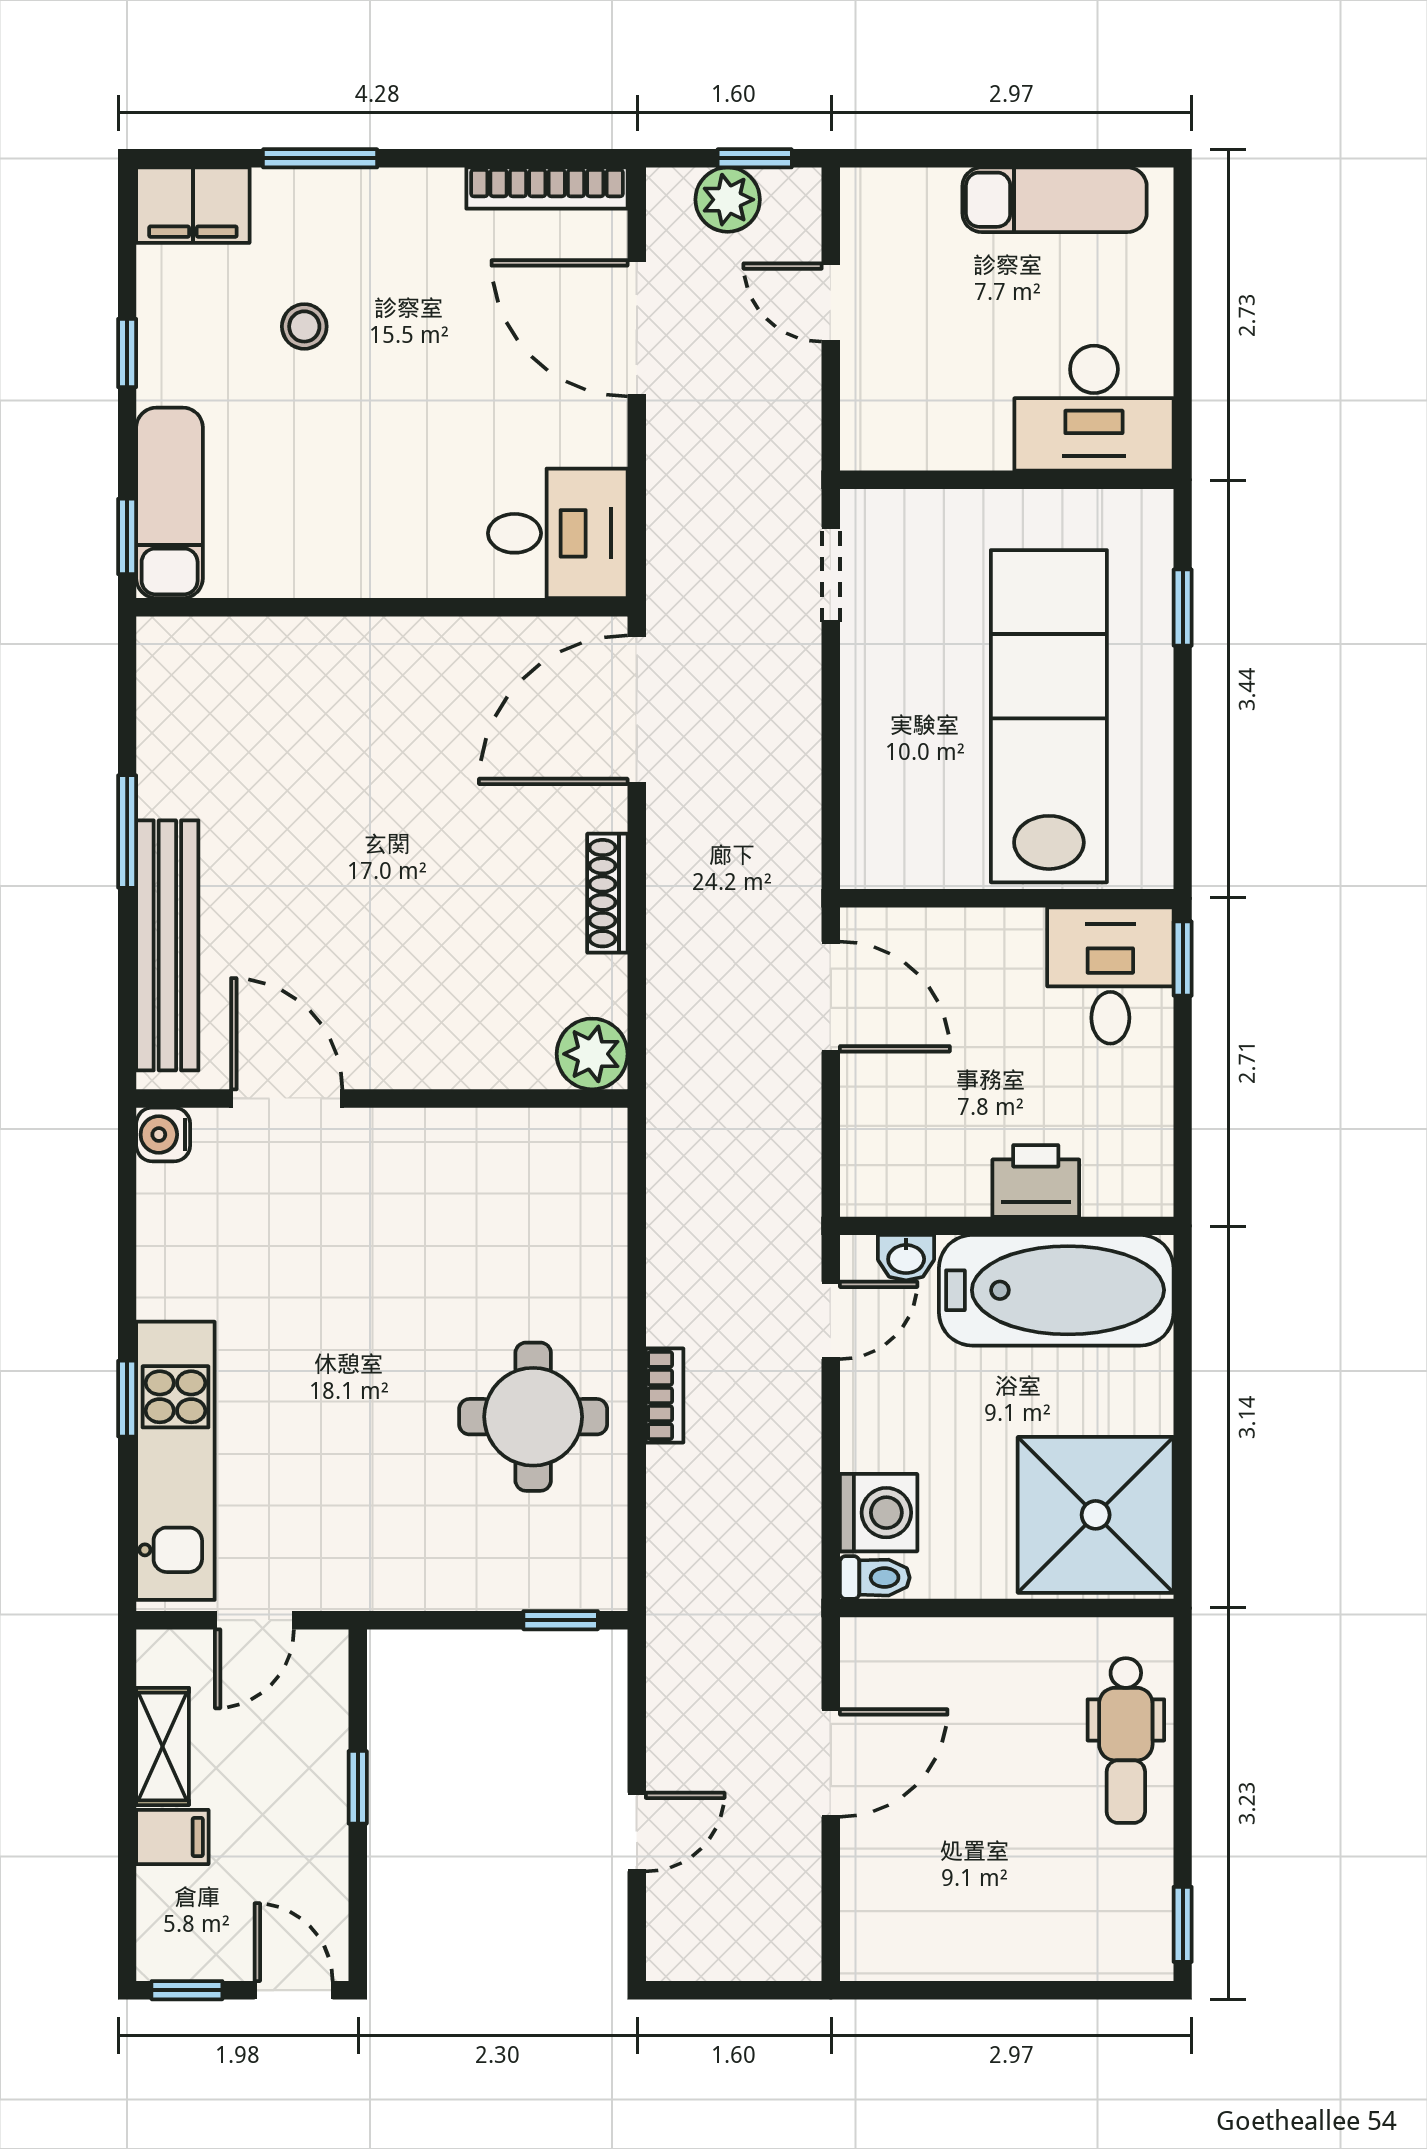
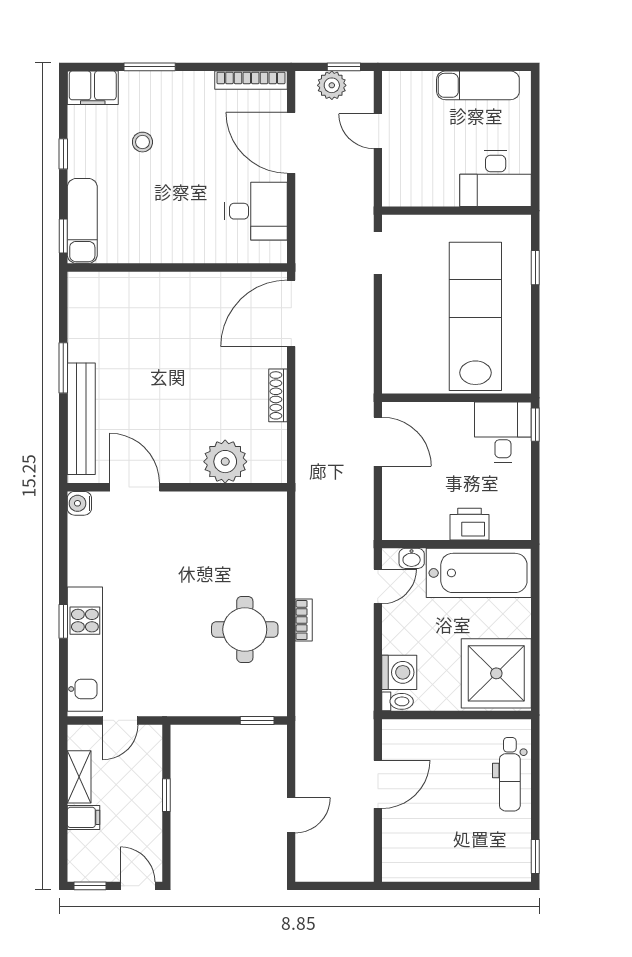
desk: (558, 533) -> (256, 211), moved
plant: (592, 1054) -> (225, 462), moved, width x1.36, depth x1.36

